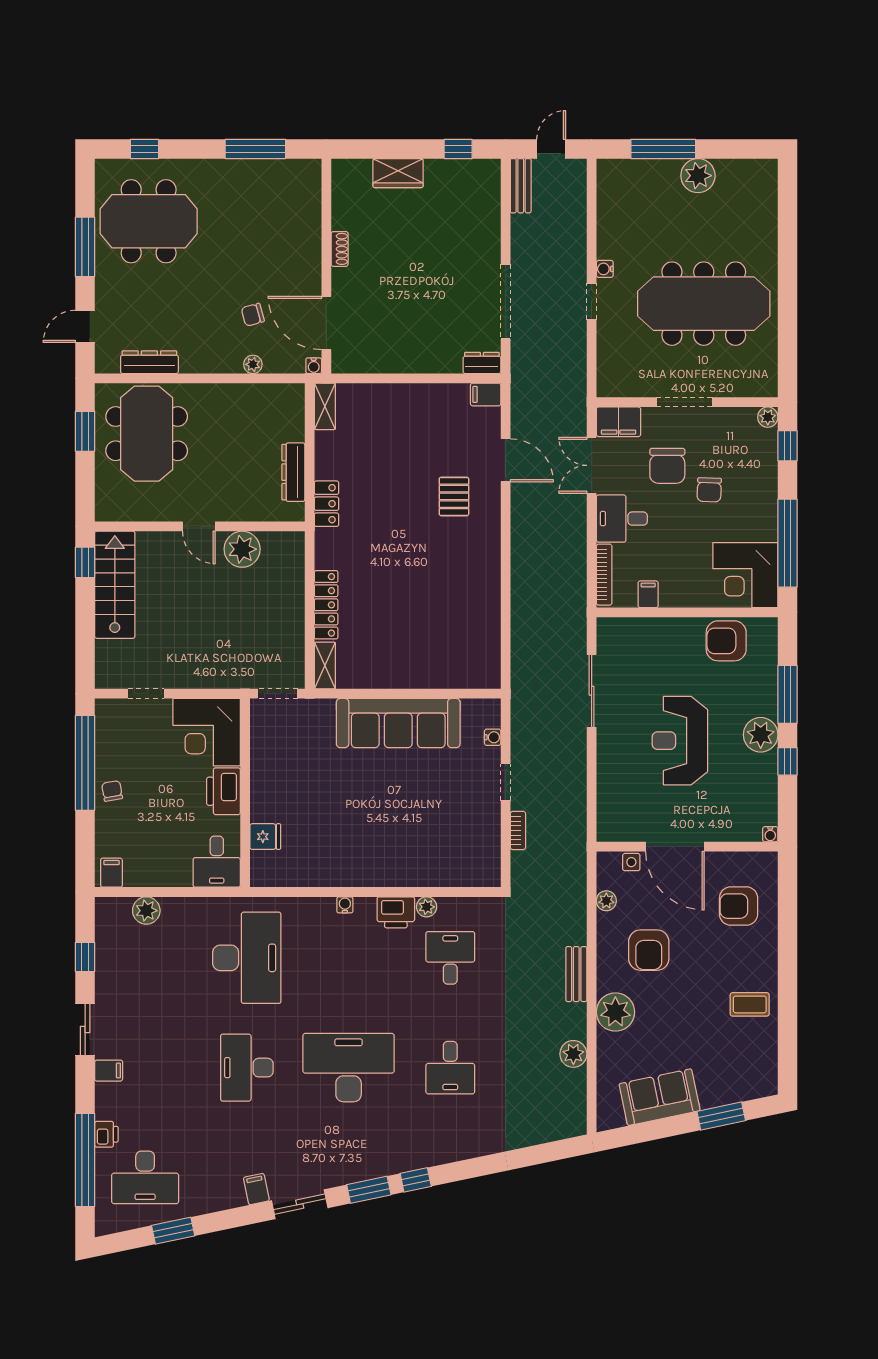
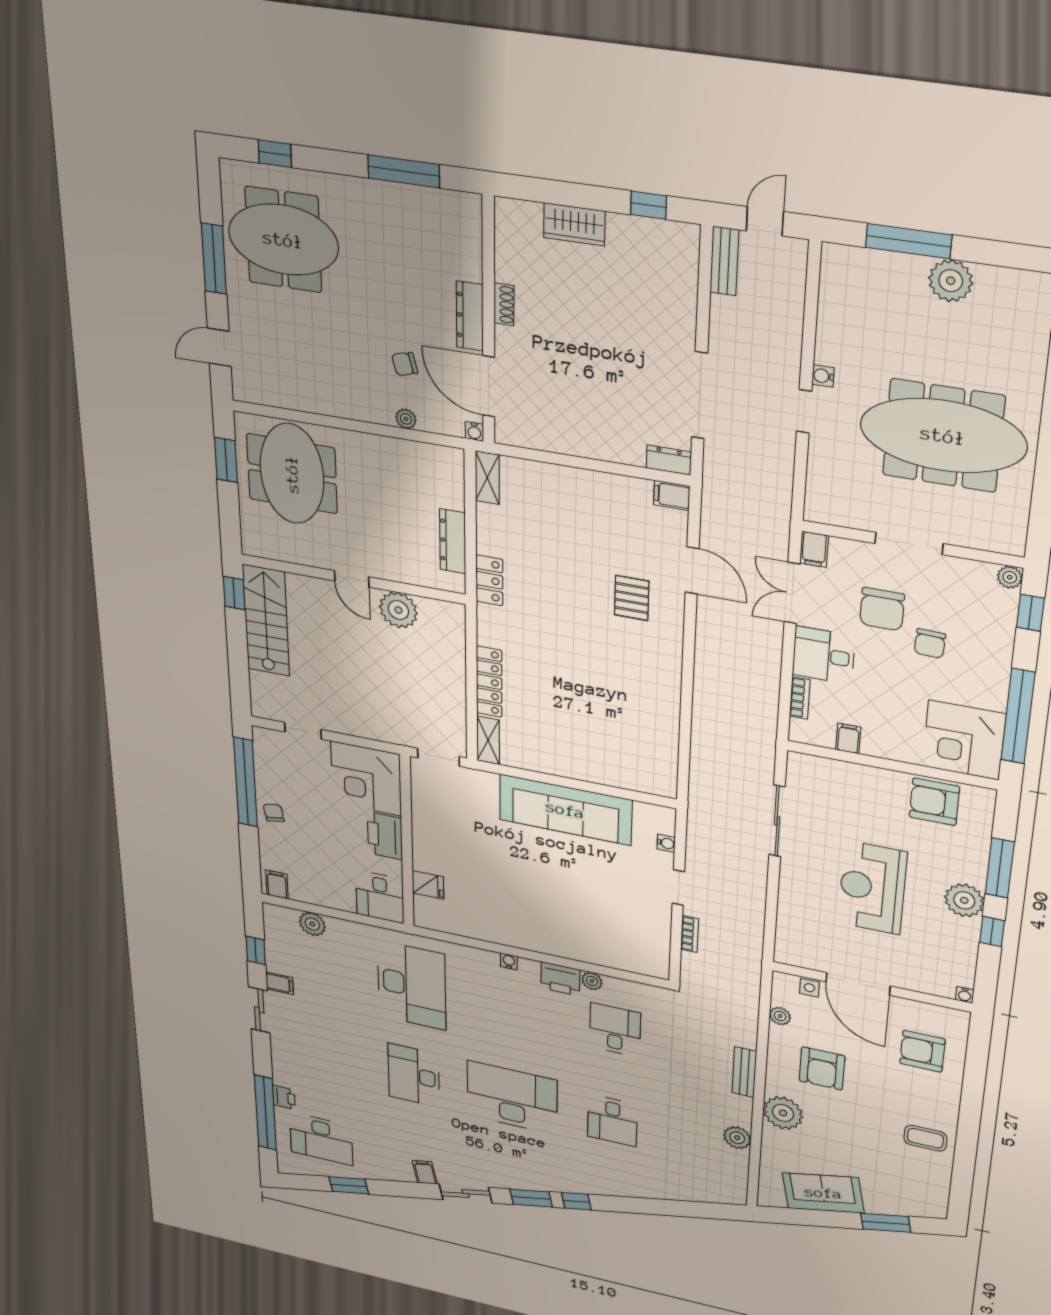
dresser: (149, 362) -> (470, 316), moved, turned -90
filing cabinet: (618, 422) -> (814, 549), width x0.50
bookcase: (604, 575) -> (800, 698), width x0.64
filing cabinet: (109, 1071) -> (280, 983), moved

